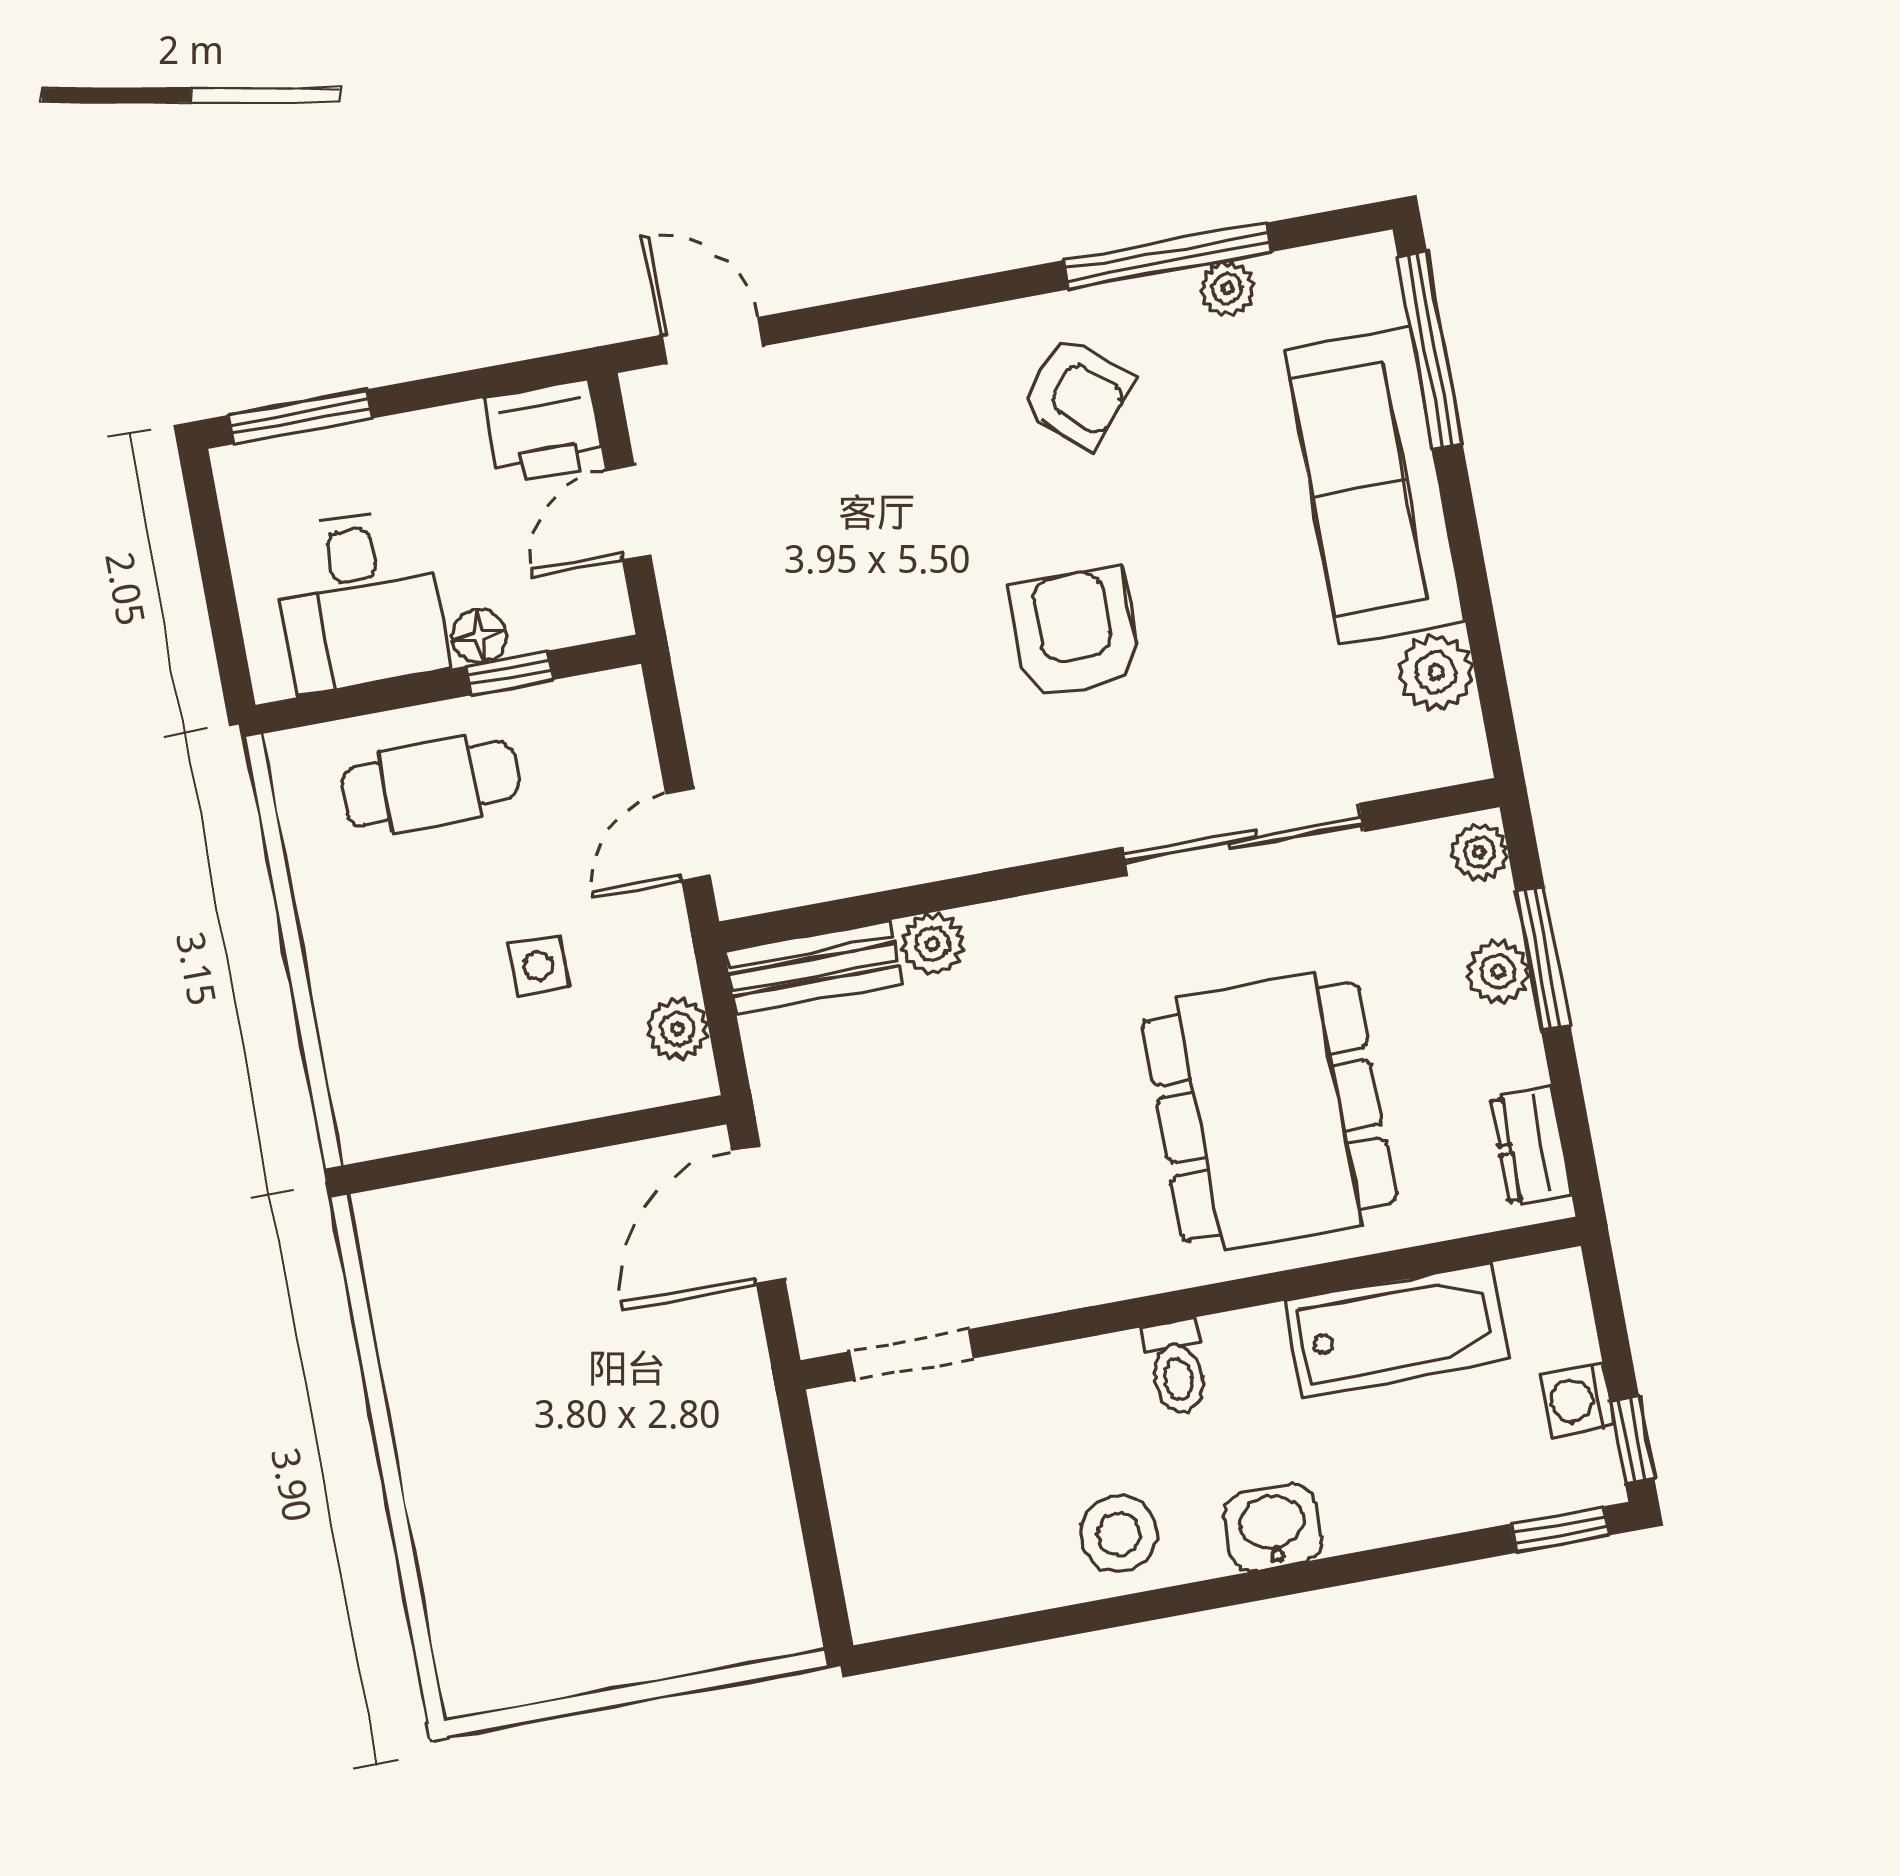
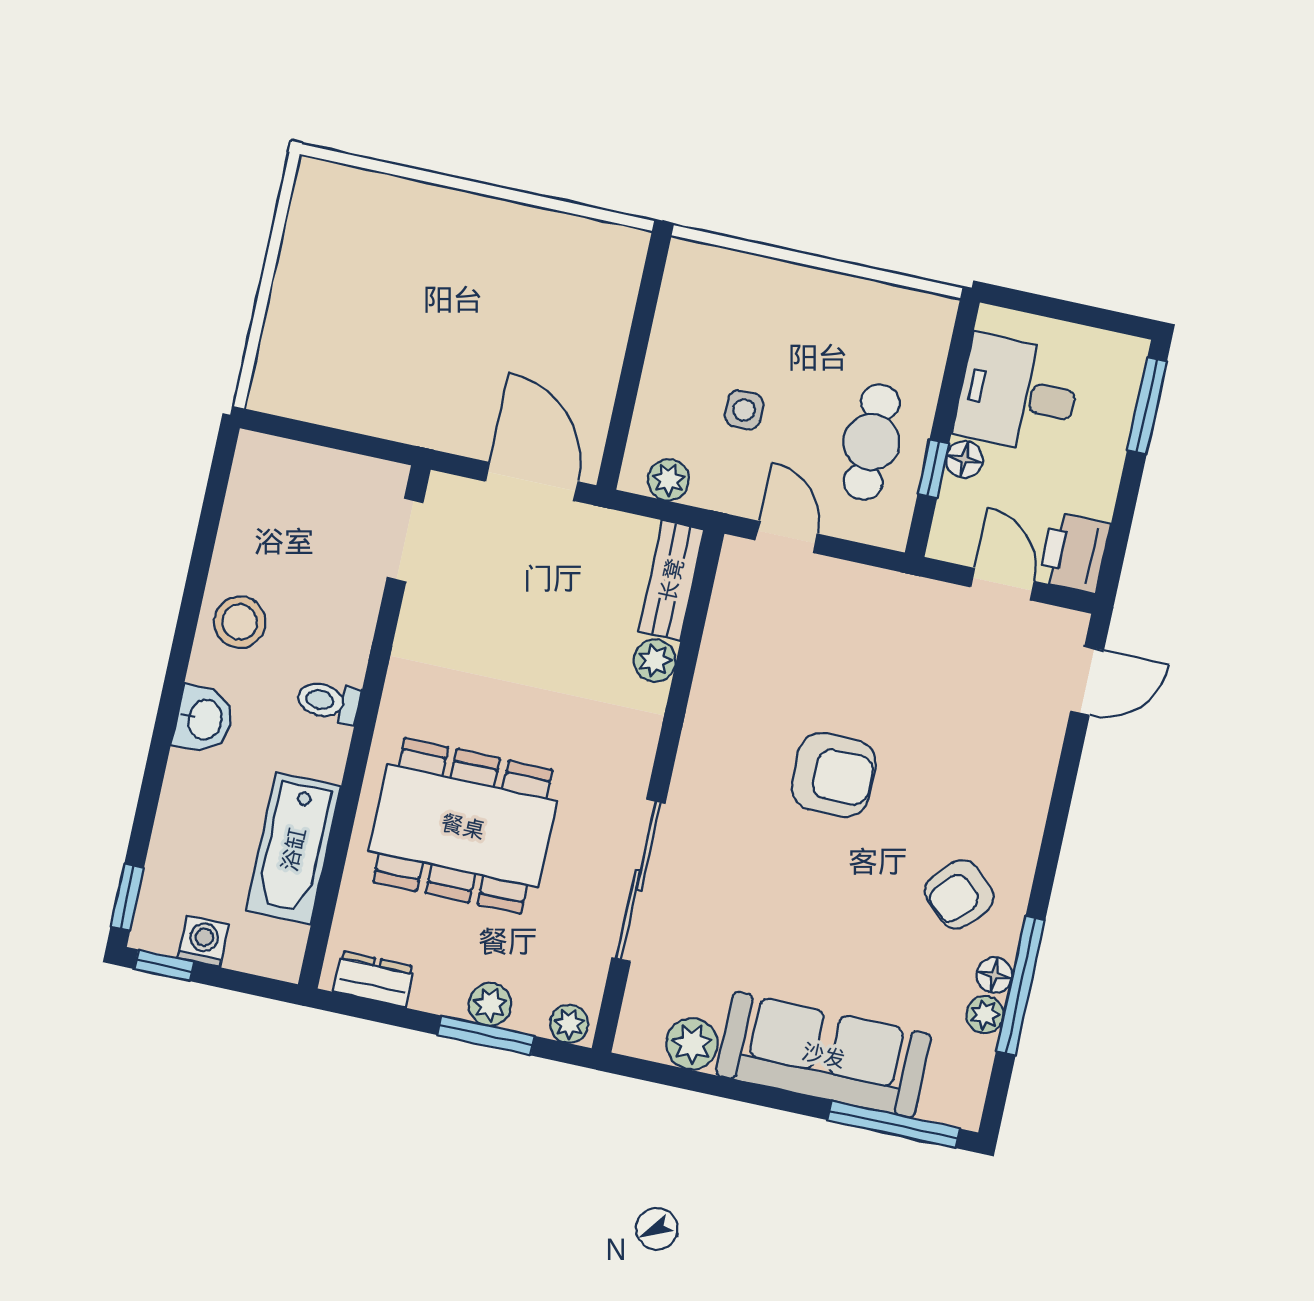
floor lamp: (1168, 298) -> (994, 975), added
armchair: (1075, 633) -> (834, 775), moved
cafe table: (430, 784) -> (872, 442), moved

